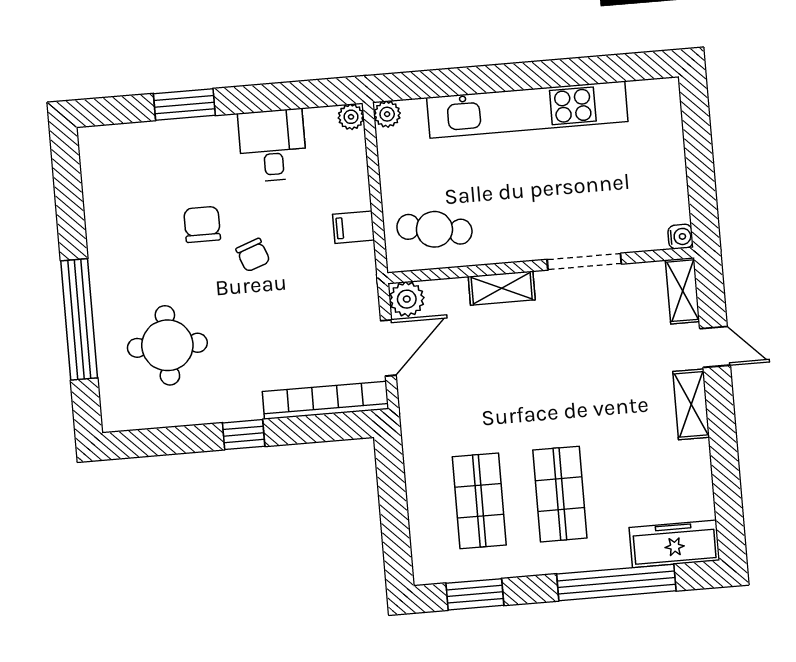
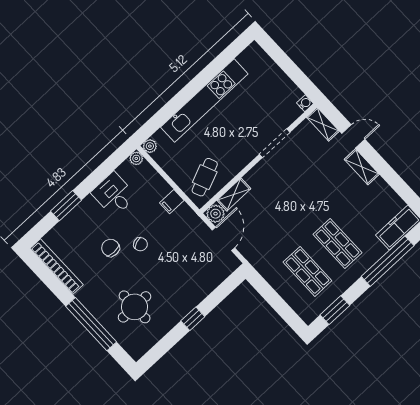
cafe table: (434, 229) -> (205, 177), turned -33
shelving: (502, 288) -> (234, 194), moved
bookcase: (325, 400) -> (57, 267), moved, turned 90

